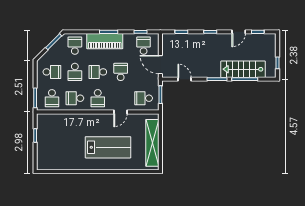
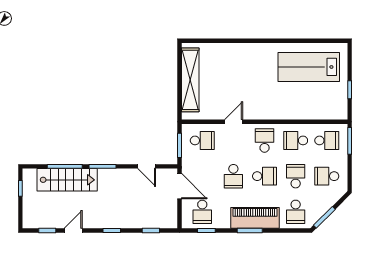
school desk: (52, 98) -> (327, 140), turned 90
school desk: (75, 98) -> (296, 140), turned 180
lab bench: (108, 147) -> (309, 67), moved

